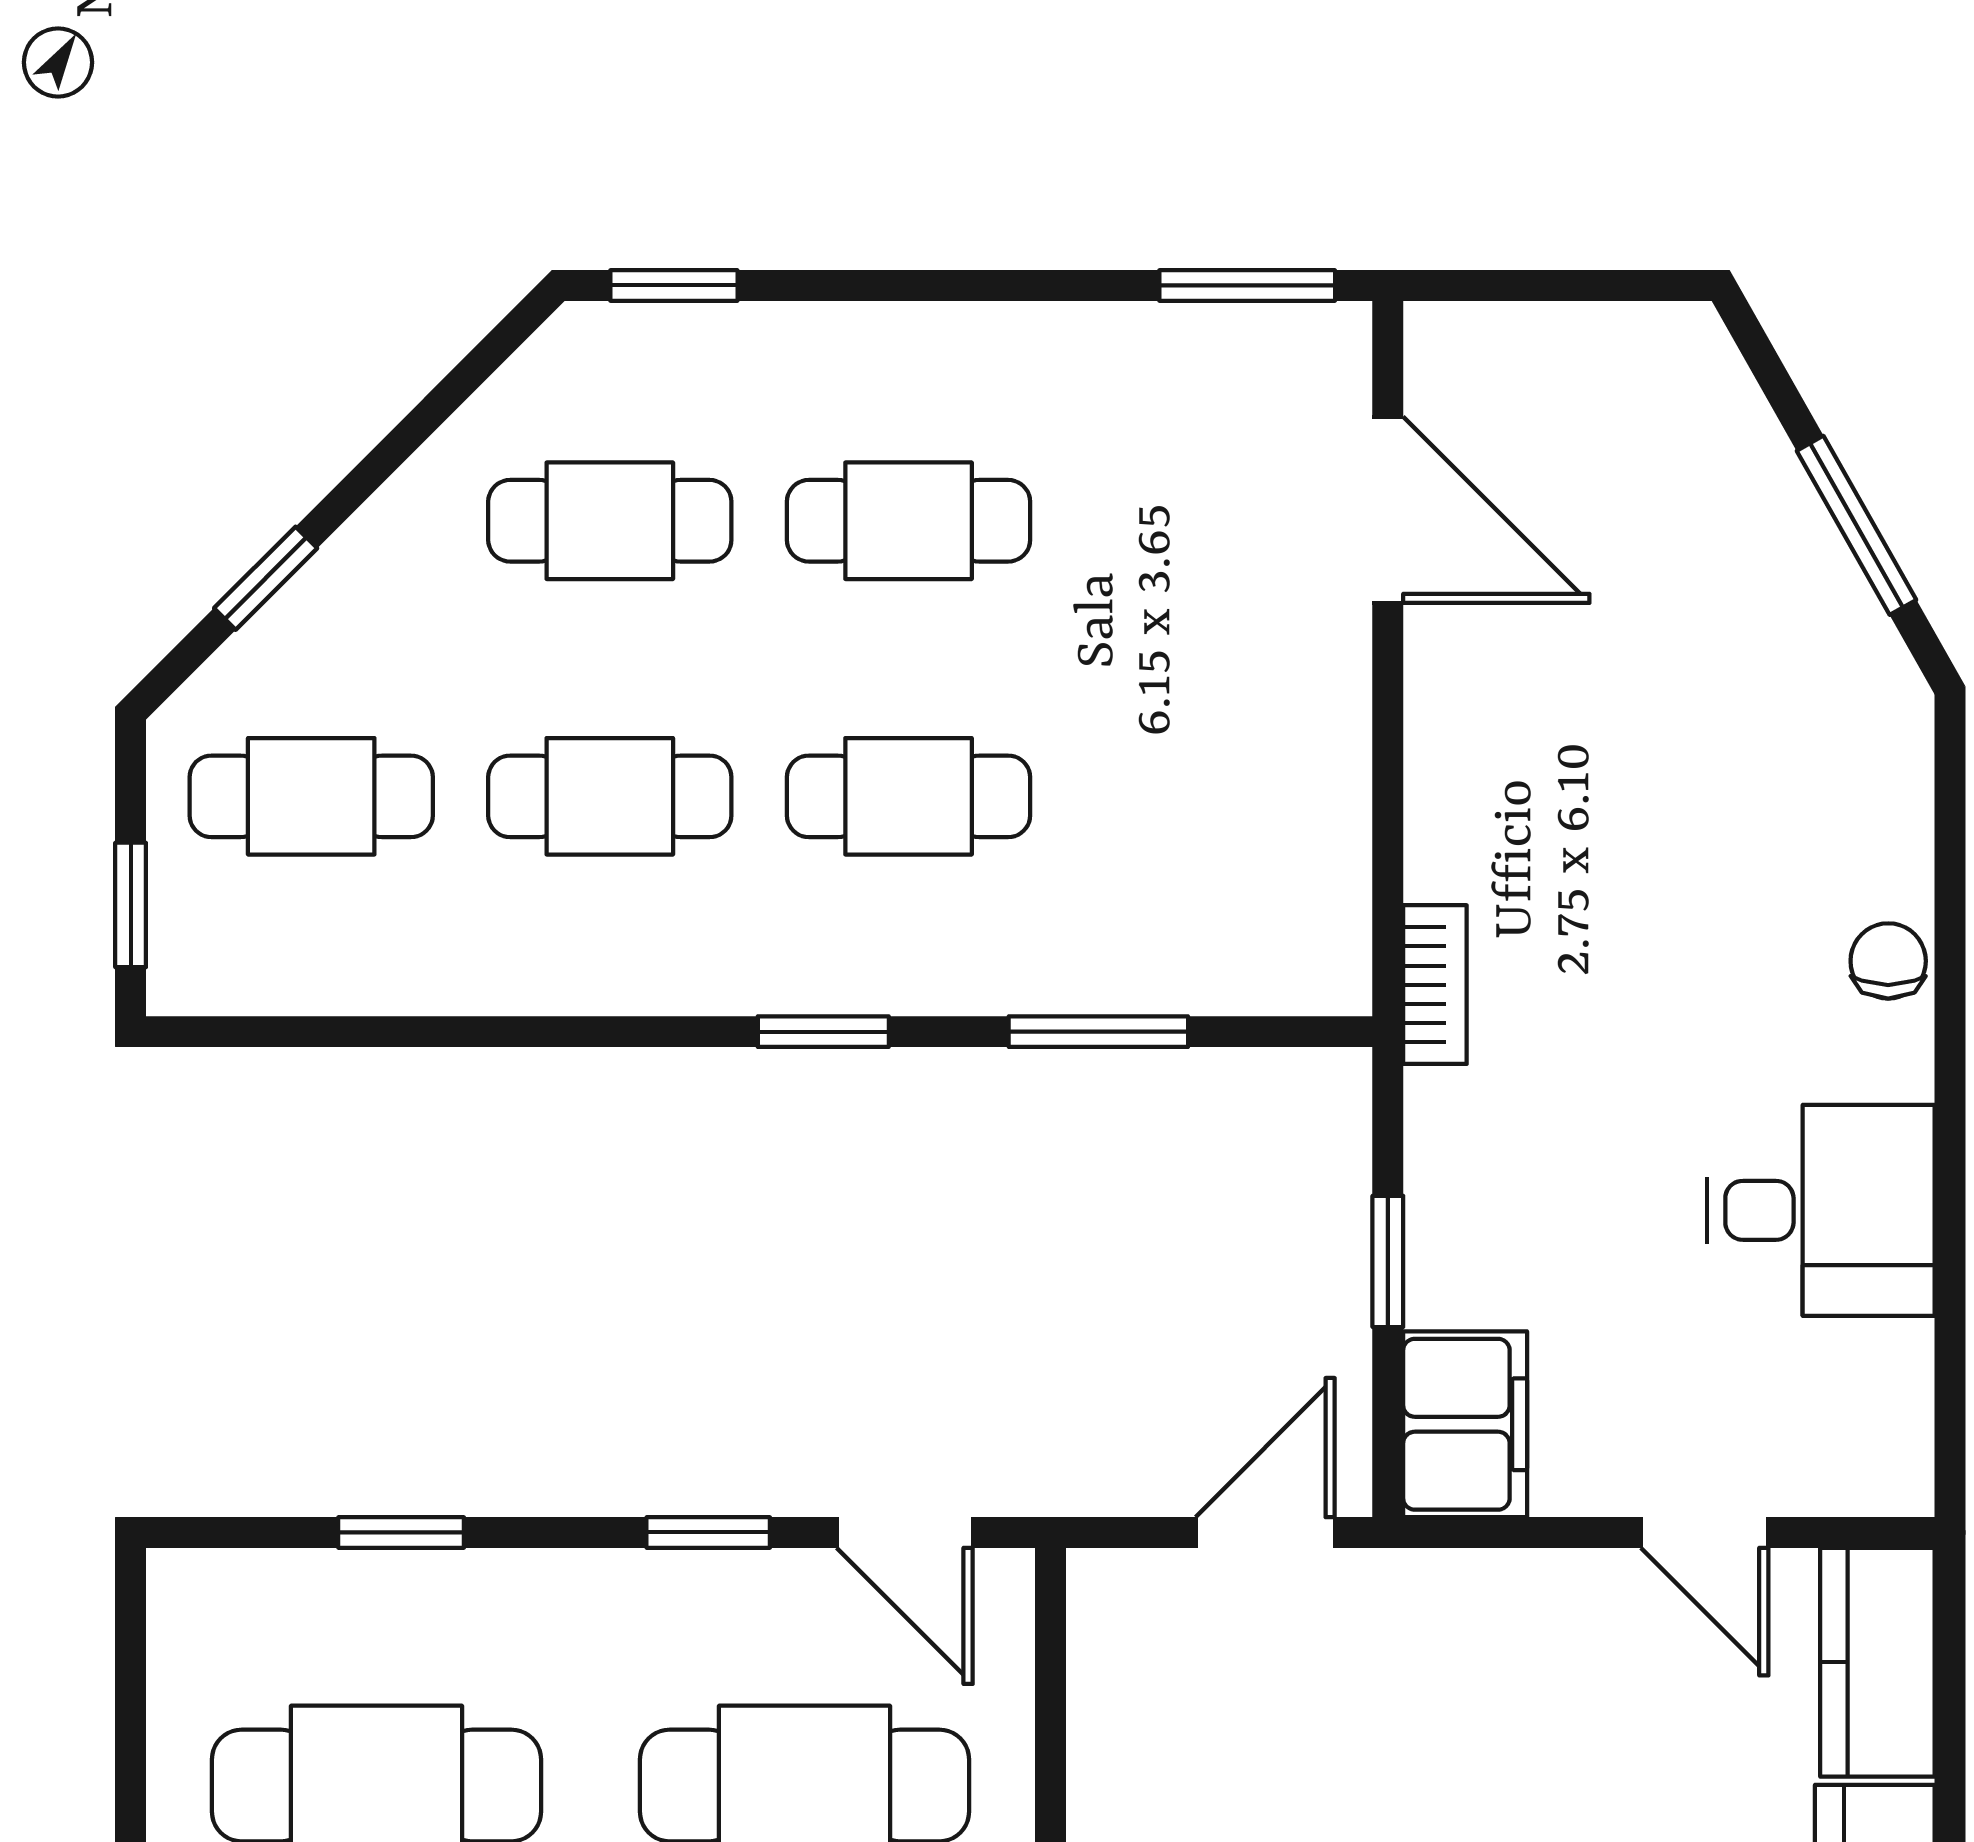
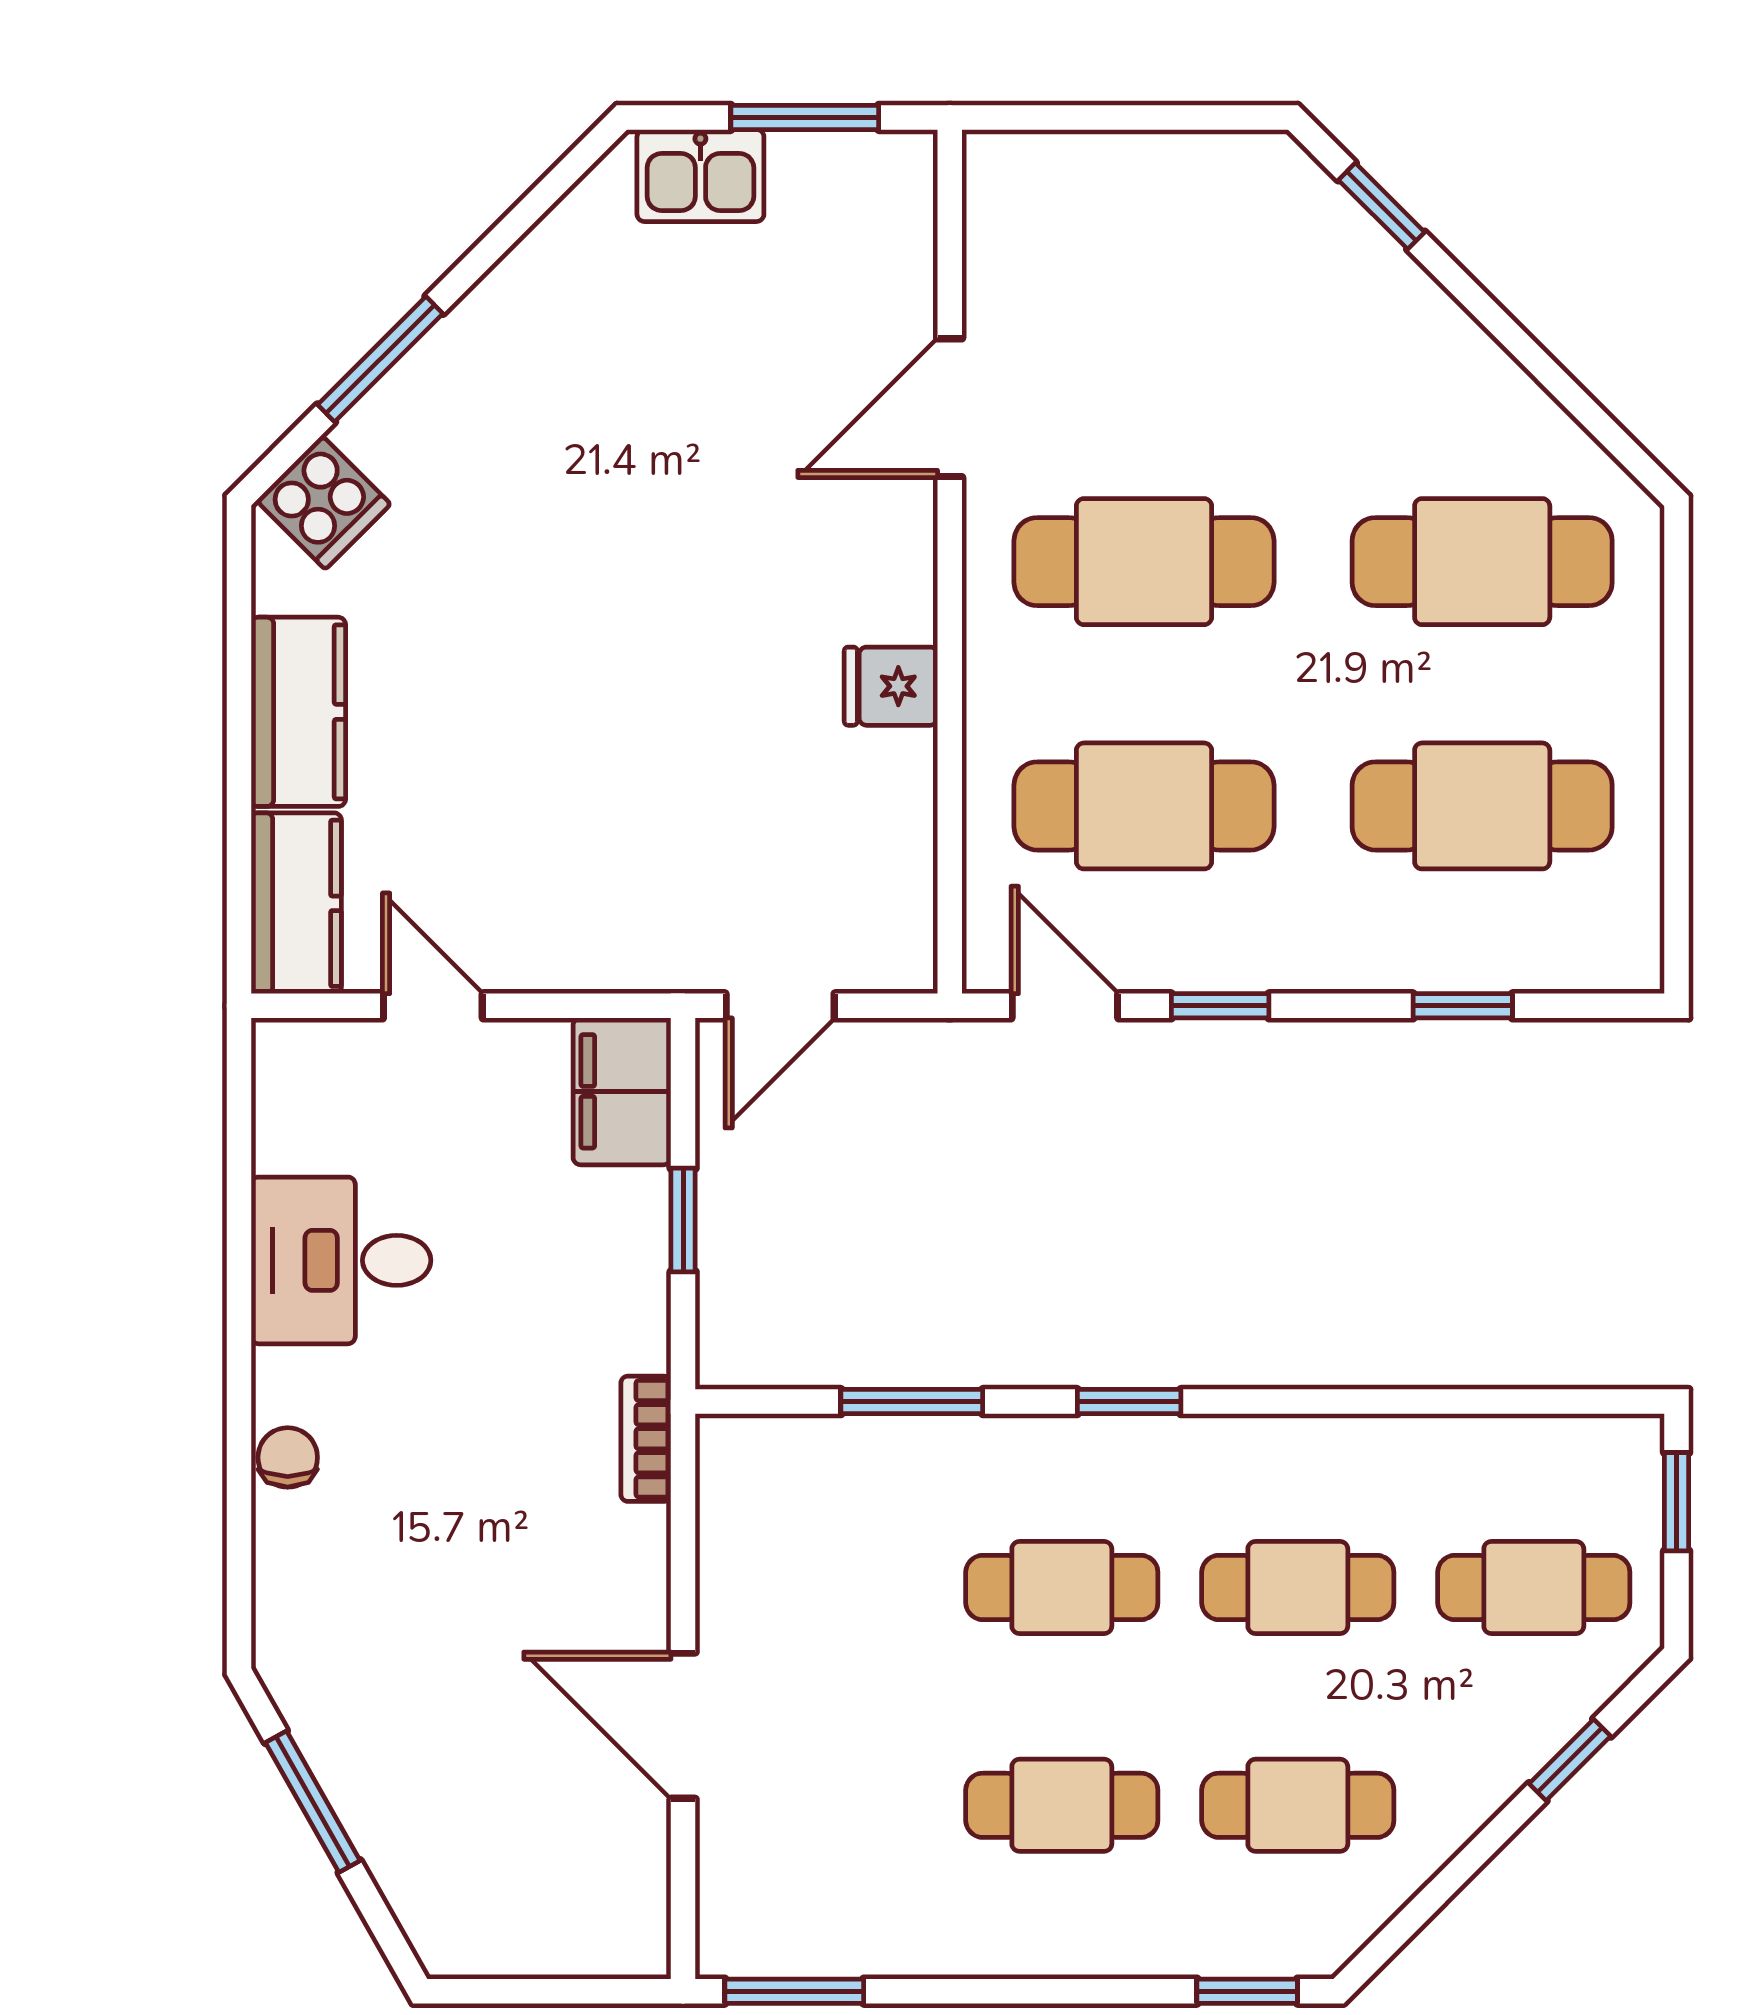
door: (1388, 510) -> (683, 1726), moved
chair: (1888, 961) -> (288, 1457), turned 180

